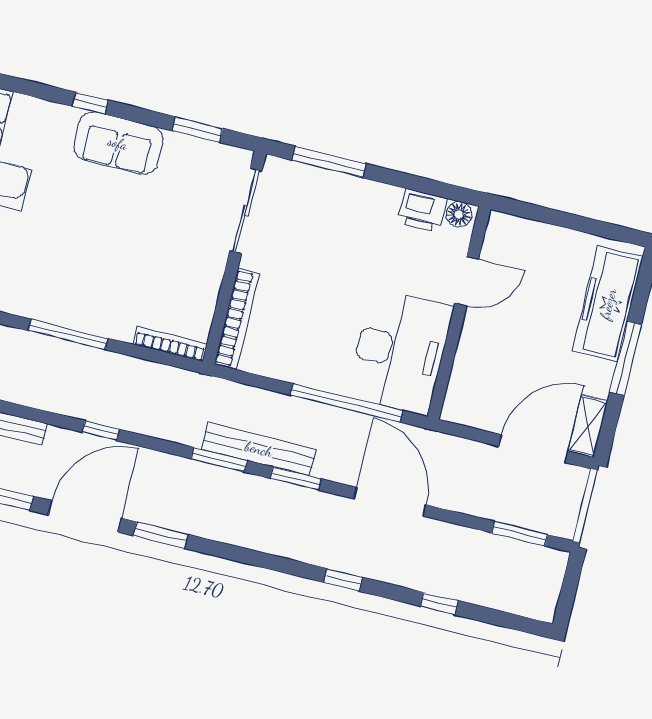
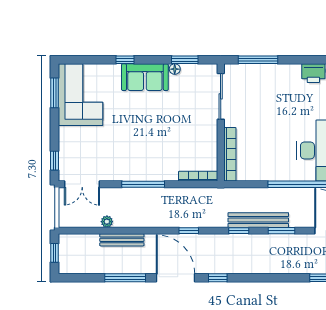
floor lamp: (175, 142) -> (175, 69), added
window: (101, 431) -> (189, 231), moved
window: (219, 460) -> (239, 231), width x0.67
door: (85, 516) -> (176, 278), hinge flipped
window: (161, 535) -> (218, 278), width x0.67

